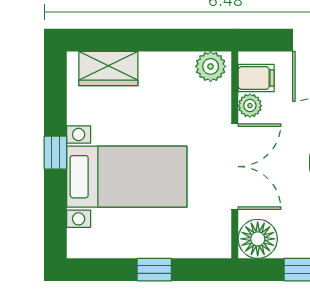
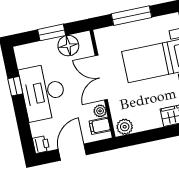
floor lamp: (258, 239) -> (68, 46), moved
window: (154, 270) -> (132, 16), width x2.17

